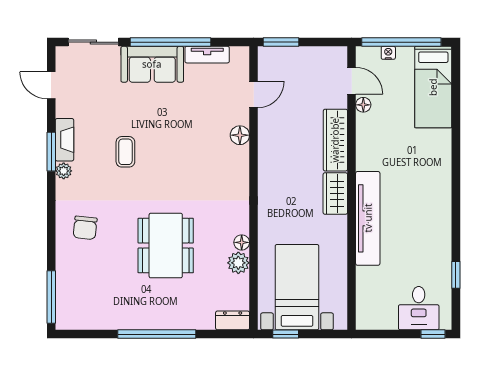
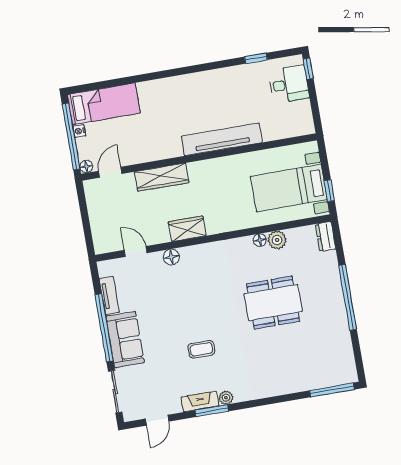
window: (281, 42) -> (88, 236), removed
nightstand: (388, 53) -> (79, 131), moved
floor lamp: (363, 105) -> (86, 166), moved
wardrobe: (335, 194) -> (187, 229), moved, turned 180
chair: (85, 228) -> (270, 372), removed

